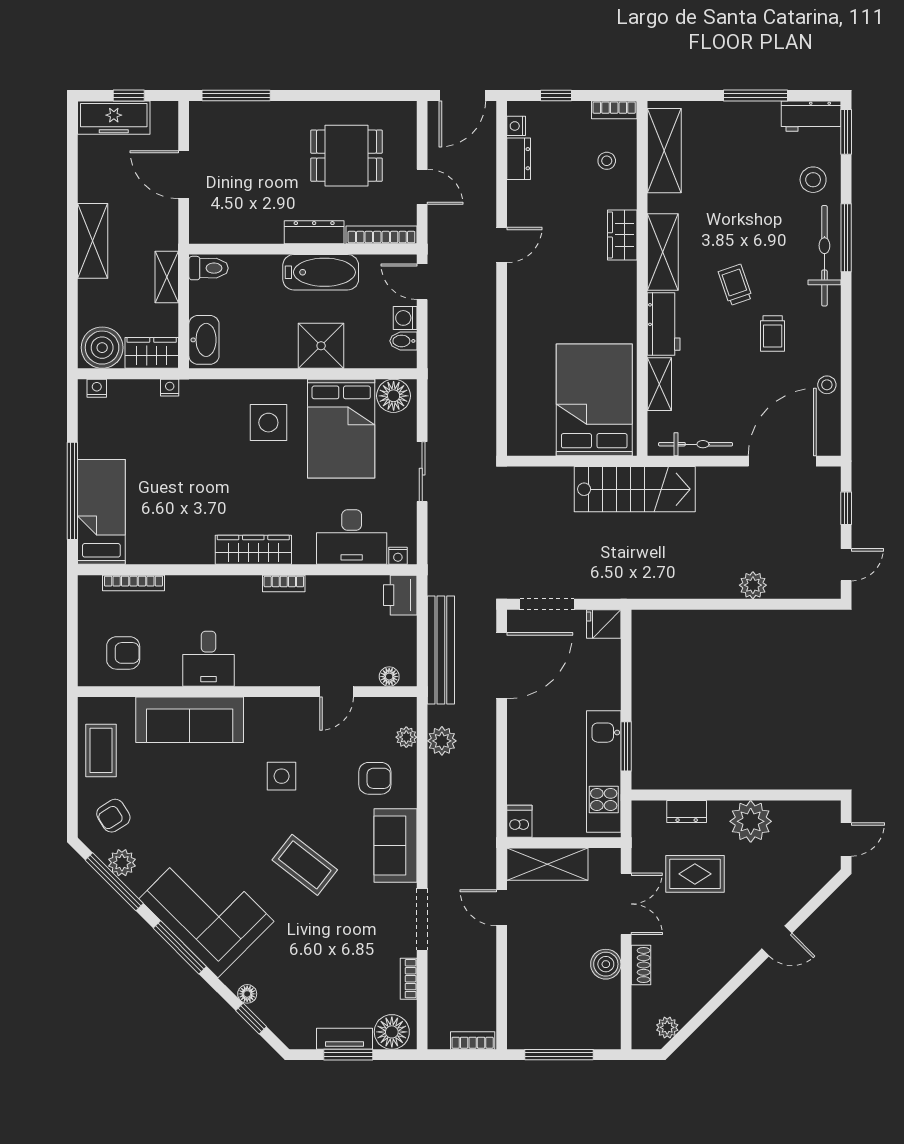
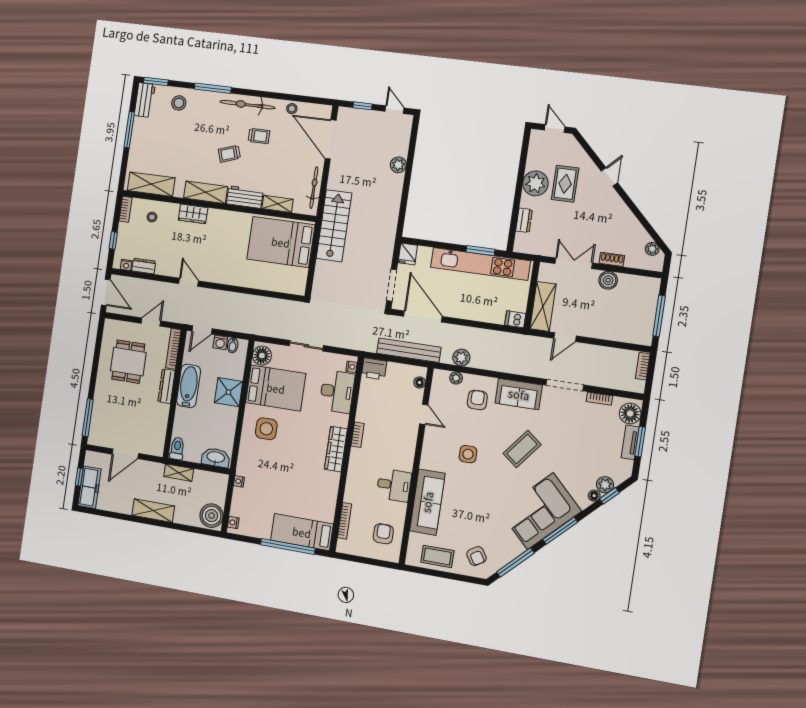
bicycle: (824, 256) -> (247, 105), moved
wardrobe: (152, 353) -> (218, 488), removed
kitchen unit: (604, 771) -> (480, 264), width x1.36
plant: (122, 863) -> (605, 485), moved
rug: (695, 874) -> (565, 184), moved

